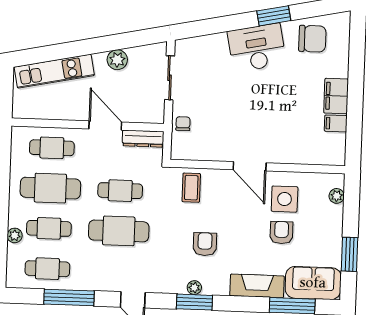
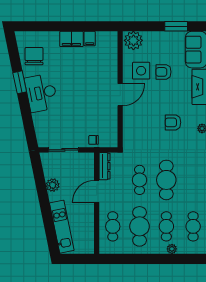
coffee table: (191, 188) -> (136, 133), removed
plant: (337, 196) -> (133, 40), width x1.87, depth x1.87

